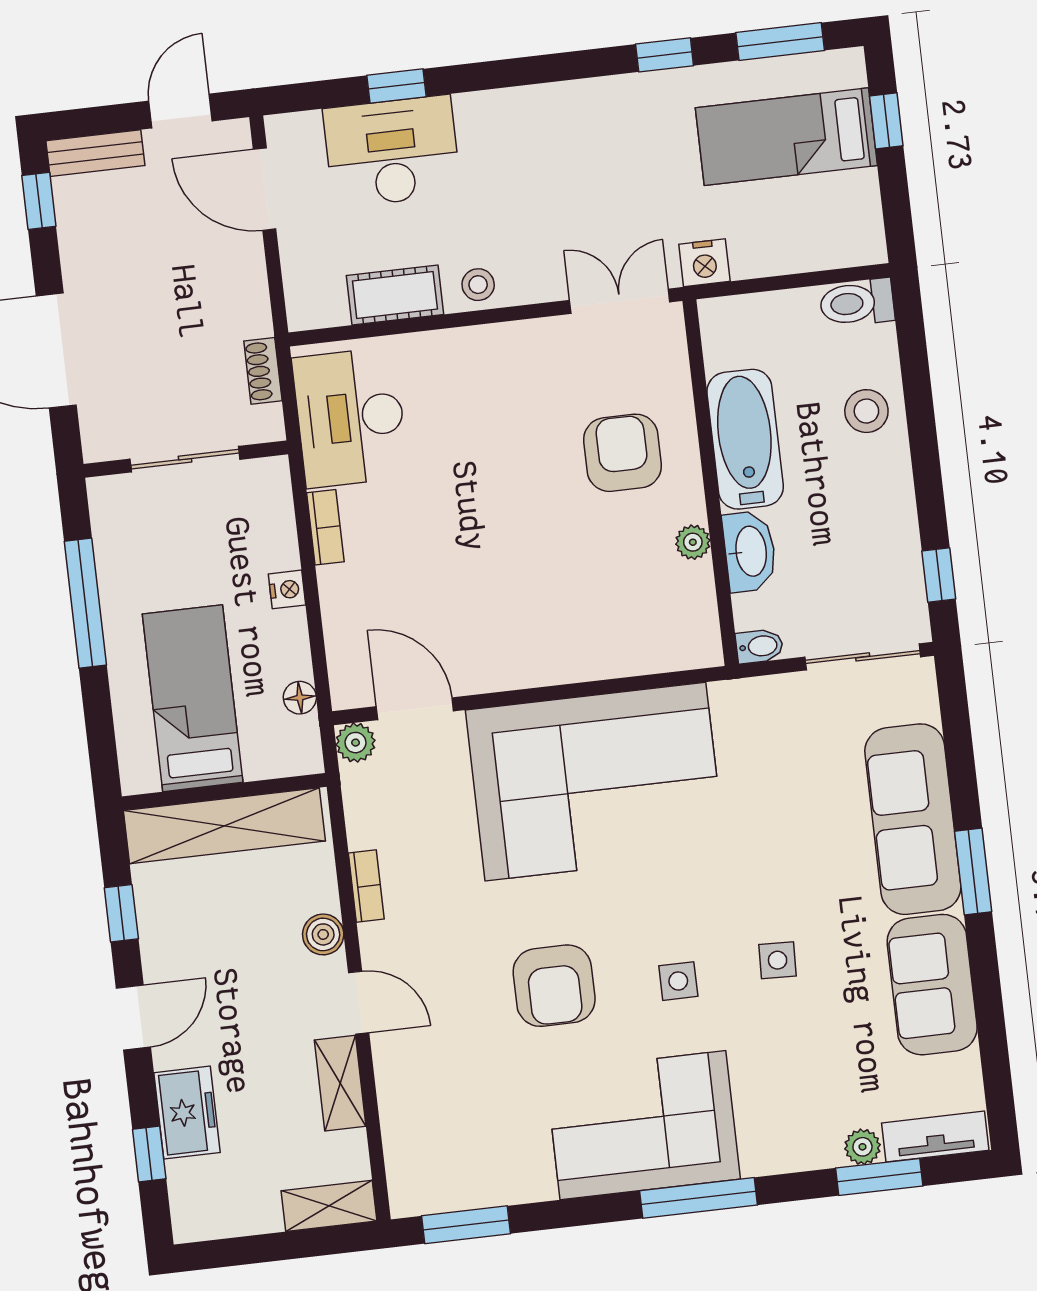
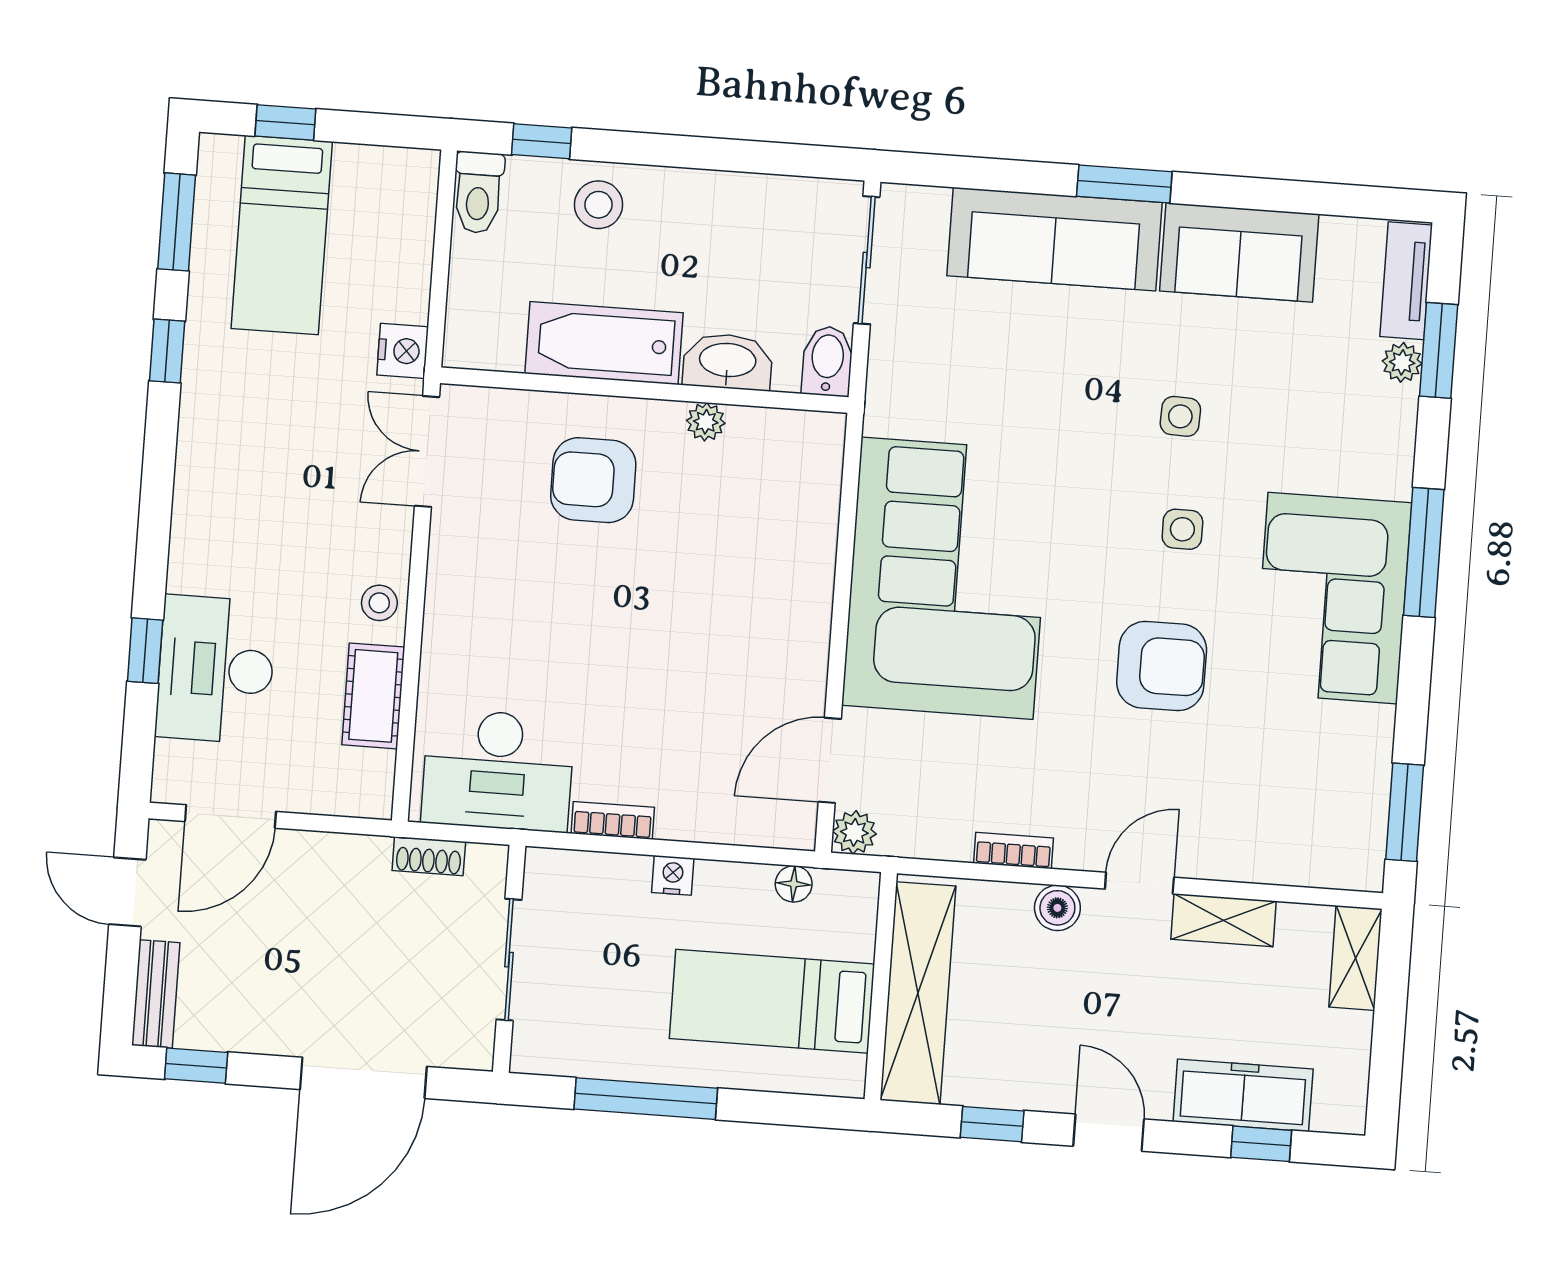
window: (939, 575) -> (542, 141), moved
bidet: (759, 646) -> (827, 361), width x1.38, depth x1.36
freezer: (187, 1113) -> (1243, 1095), width x1.40

